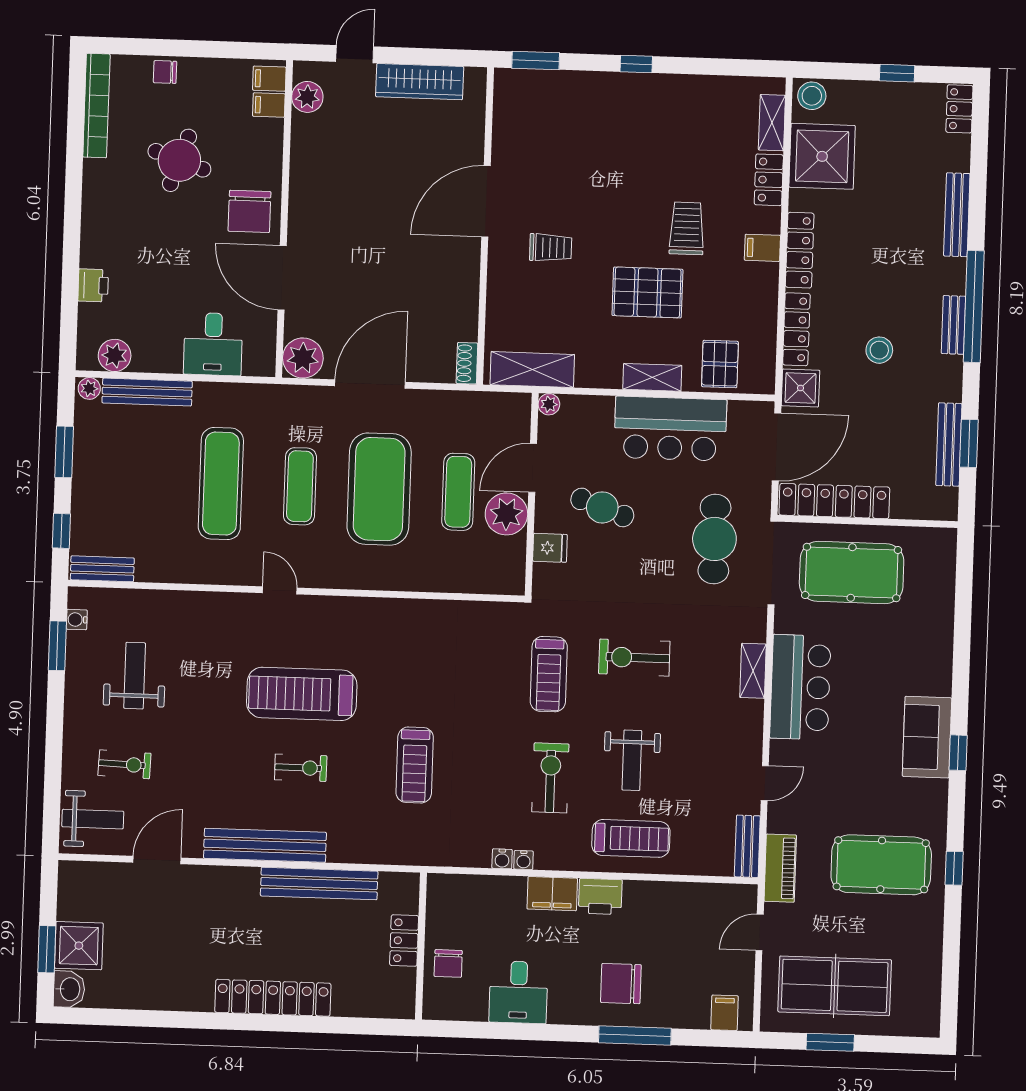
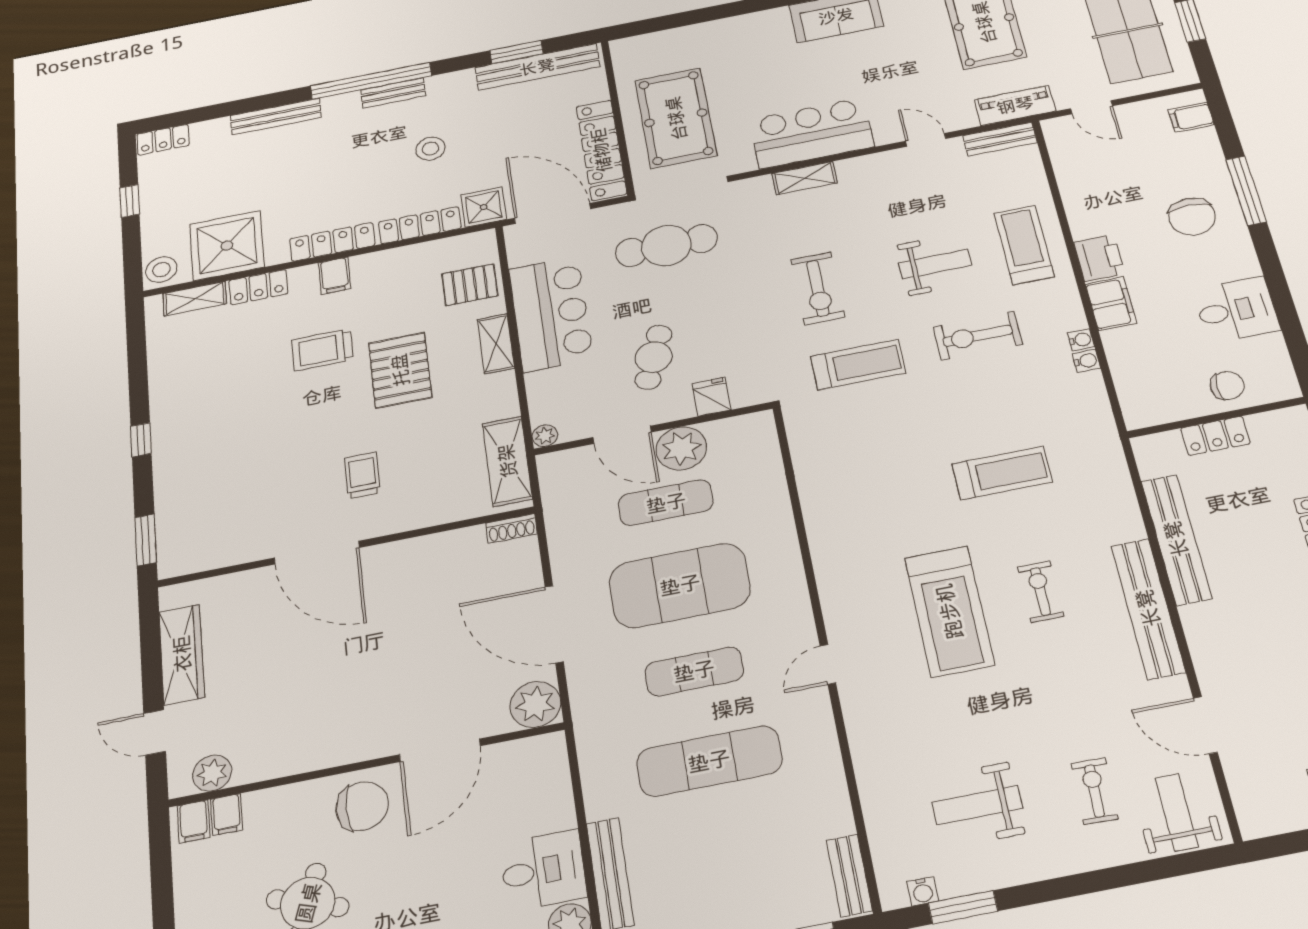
desk: (213, 344) -> (543, 870), moved
bench: (949, 444) -> (537, 67), width x1.37, depth x1.21

